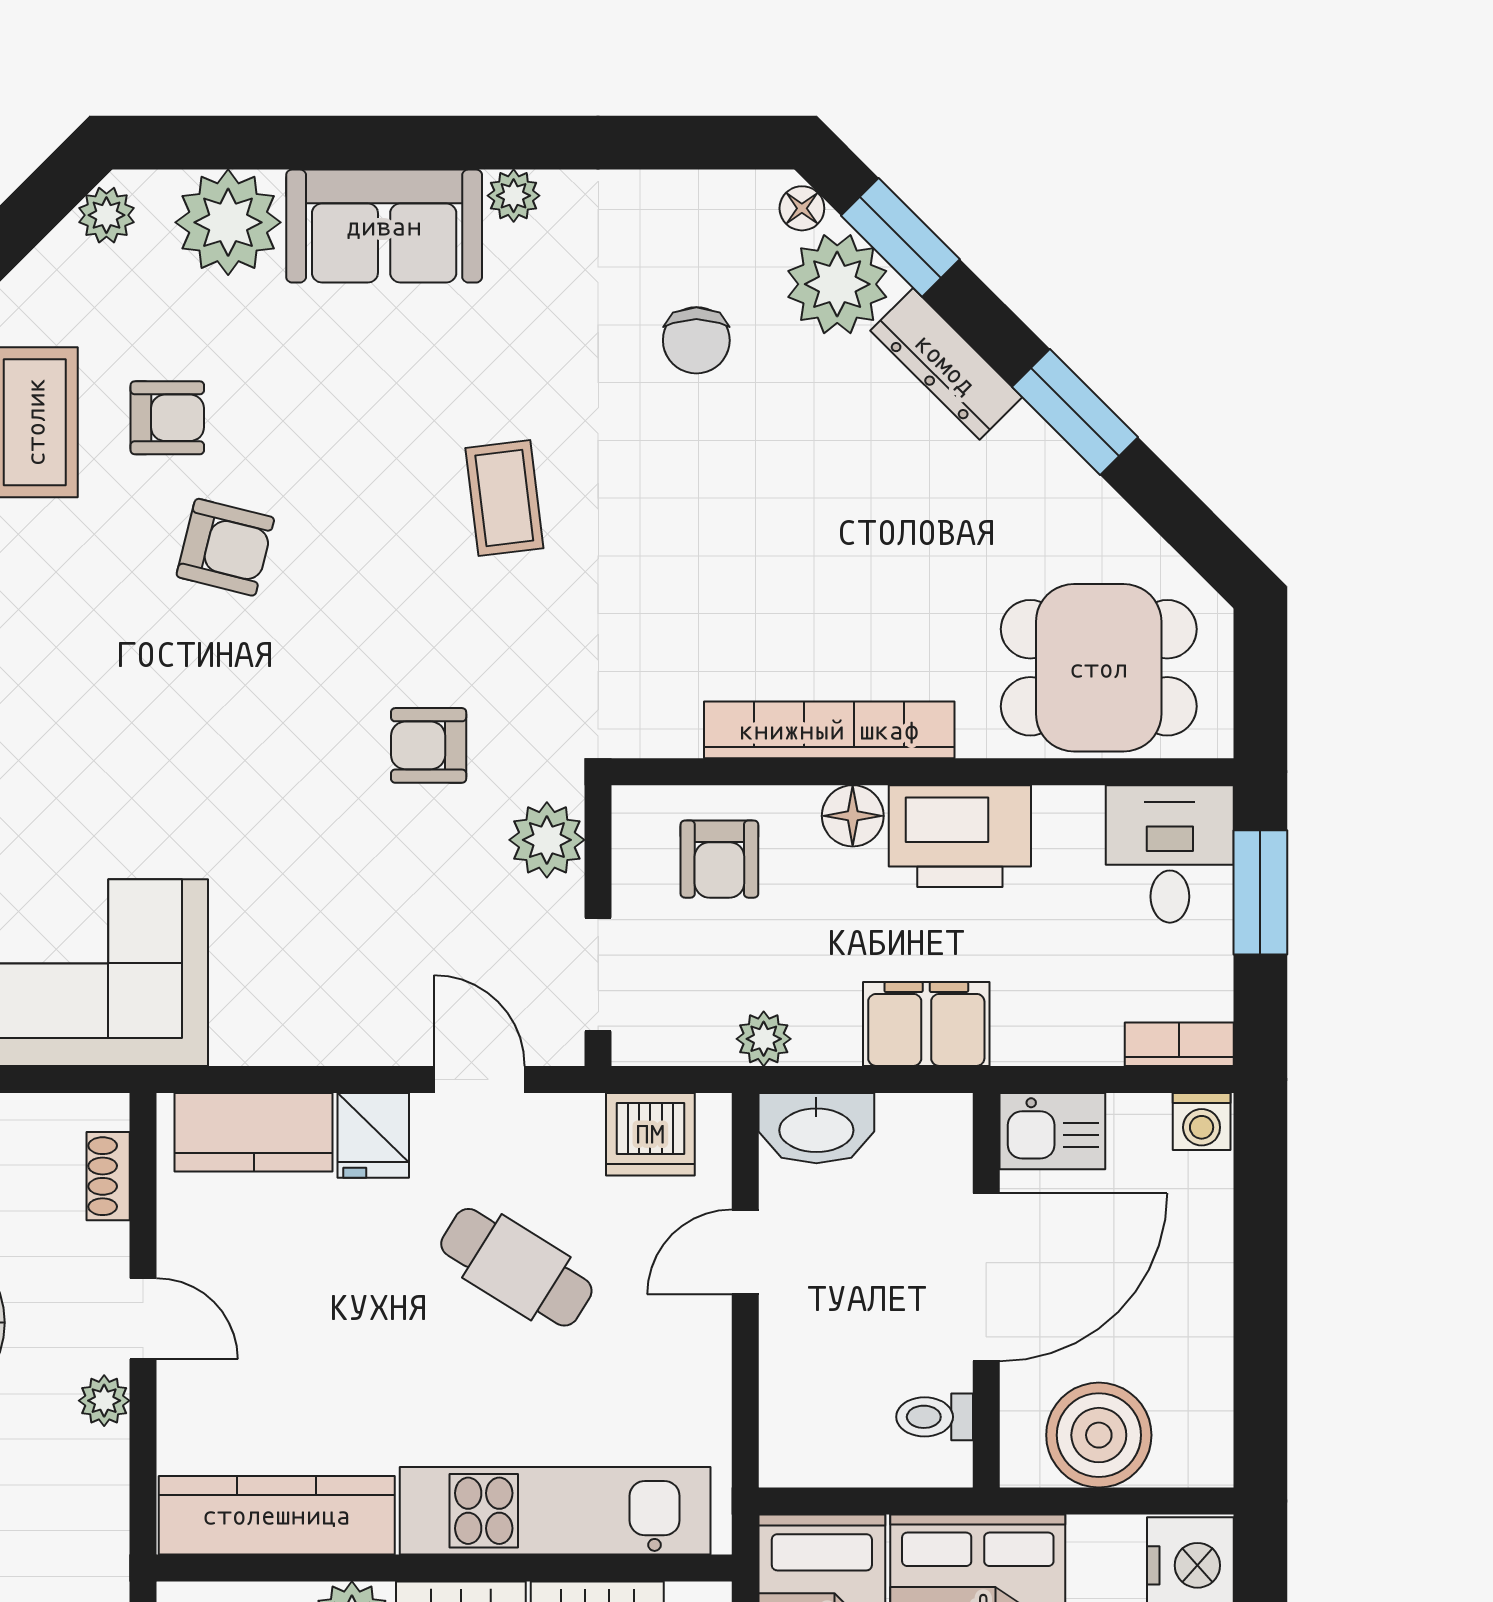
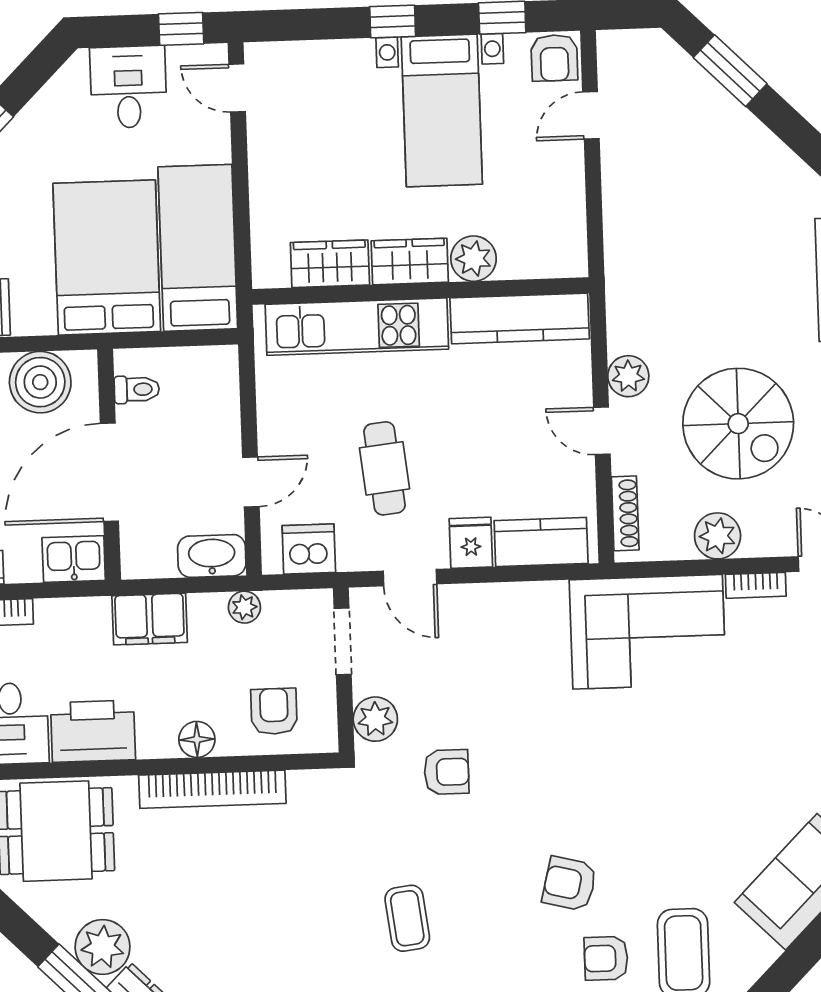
plant: (1026, 467) -> (103, 947), added
printer: (960, 836) -> (93, 731), moved
shoe rack: (108, 1176) -> (625, 513), width x1.43
cafe table: (516, 1267) -> (384, 468), turned 52
plant: (104, 1401) -> (628, 376), width x1.38, depth x1.38

